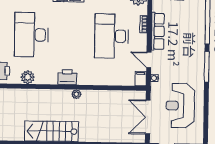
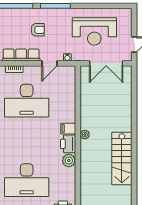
armchair: (183, 49) -> (38, 30), added
plant: (28, 77) -> (69, 161), moved
filing cabinet: (141, 79) -> (68, 129), moved

